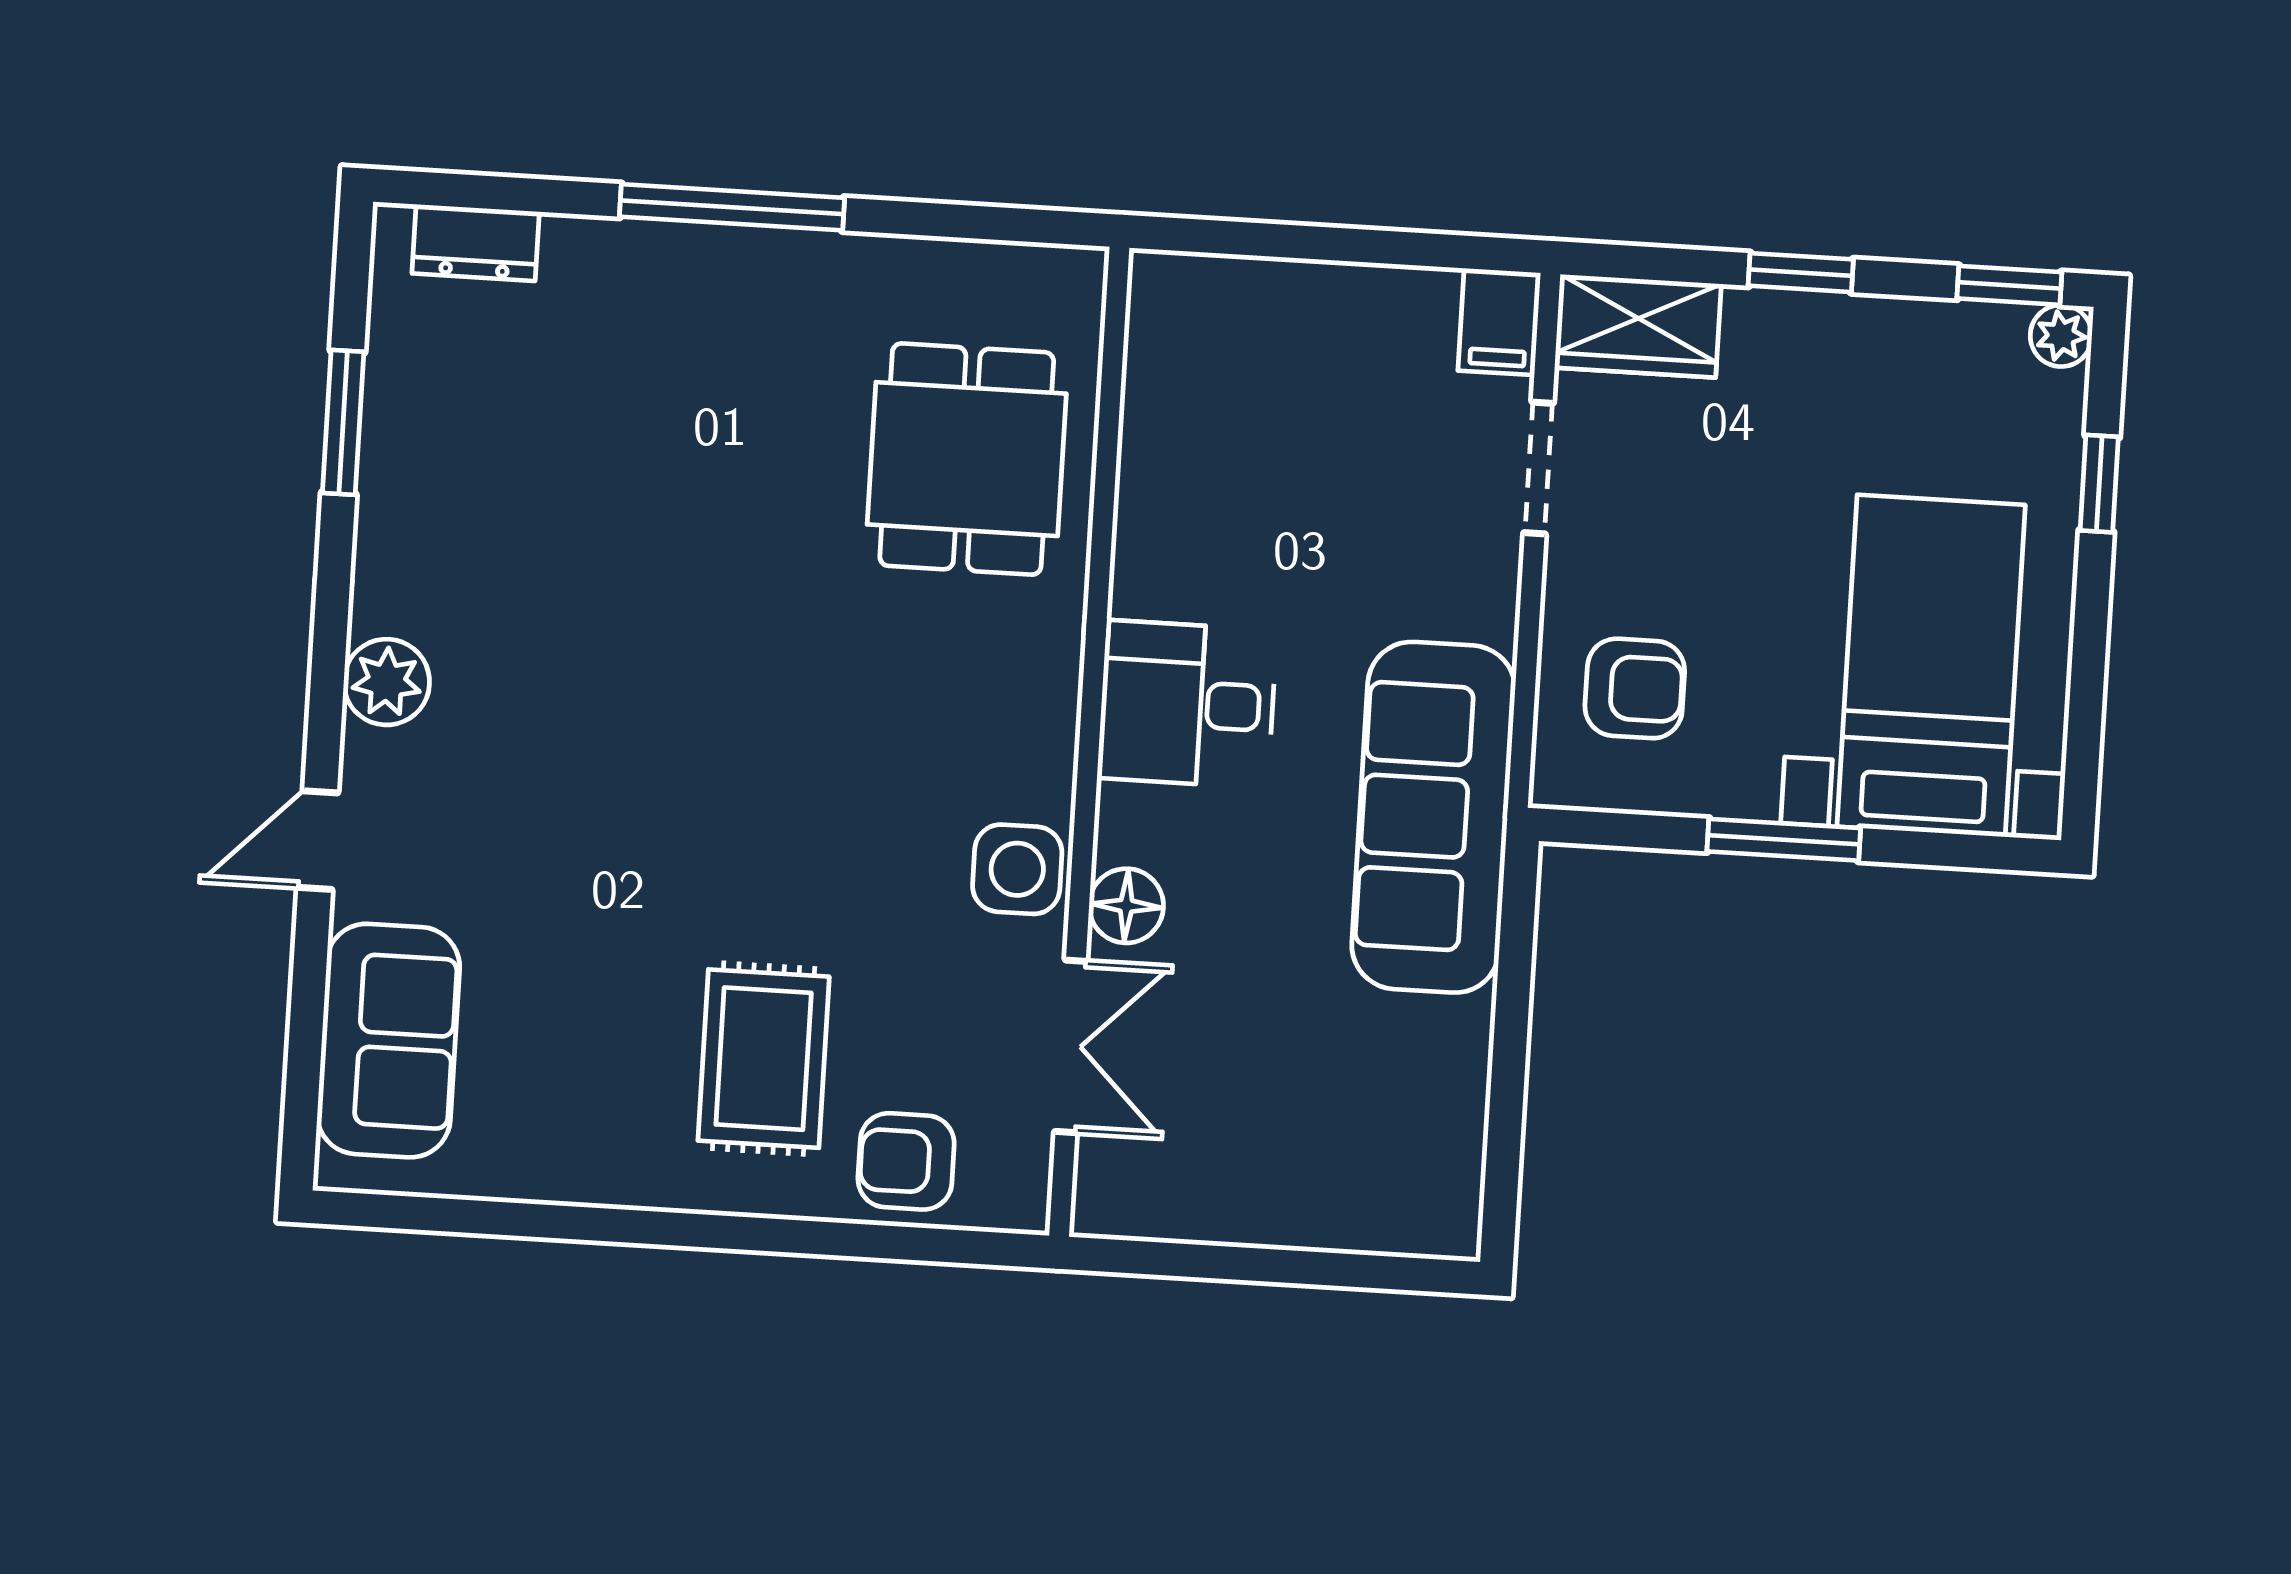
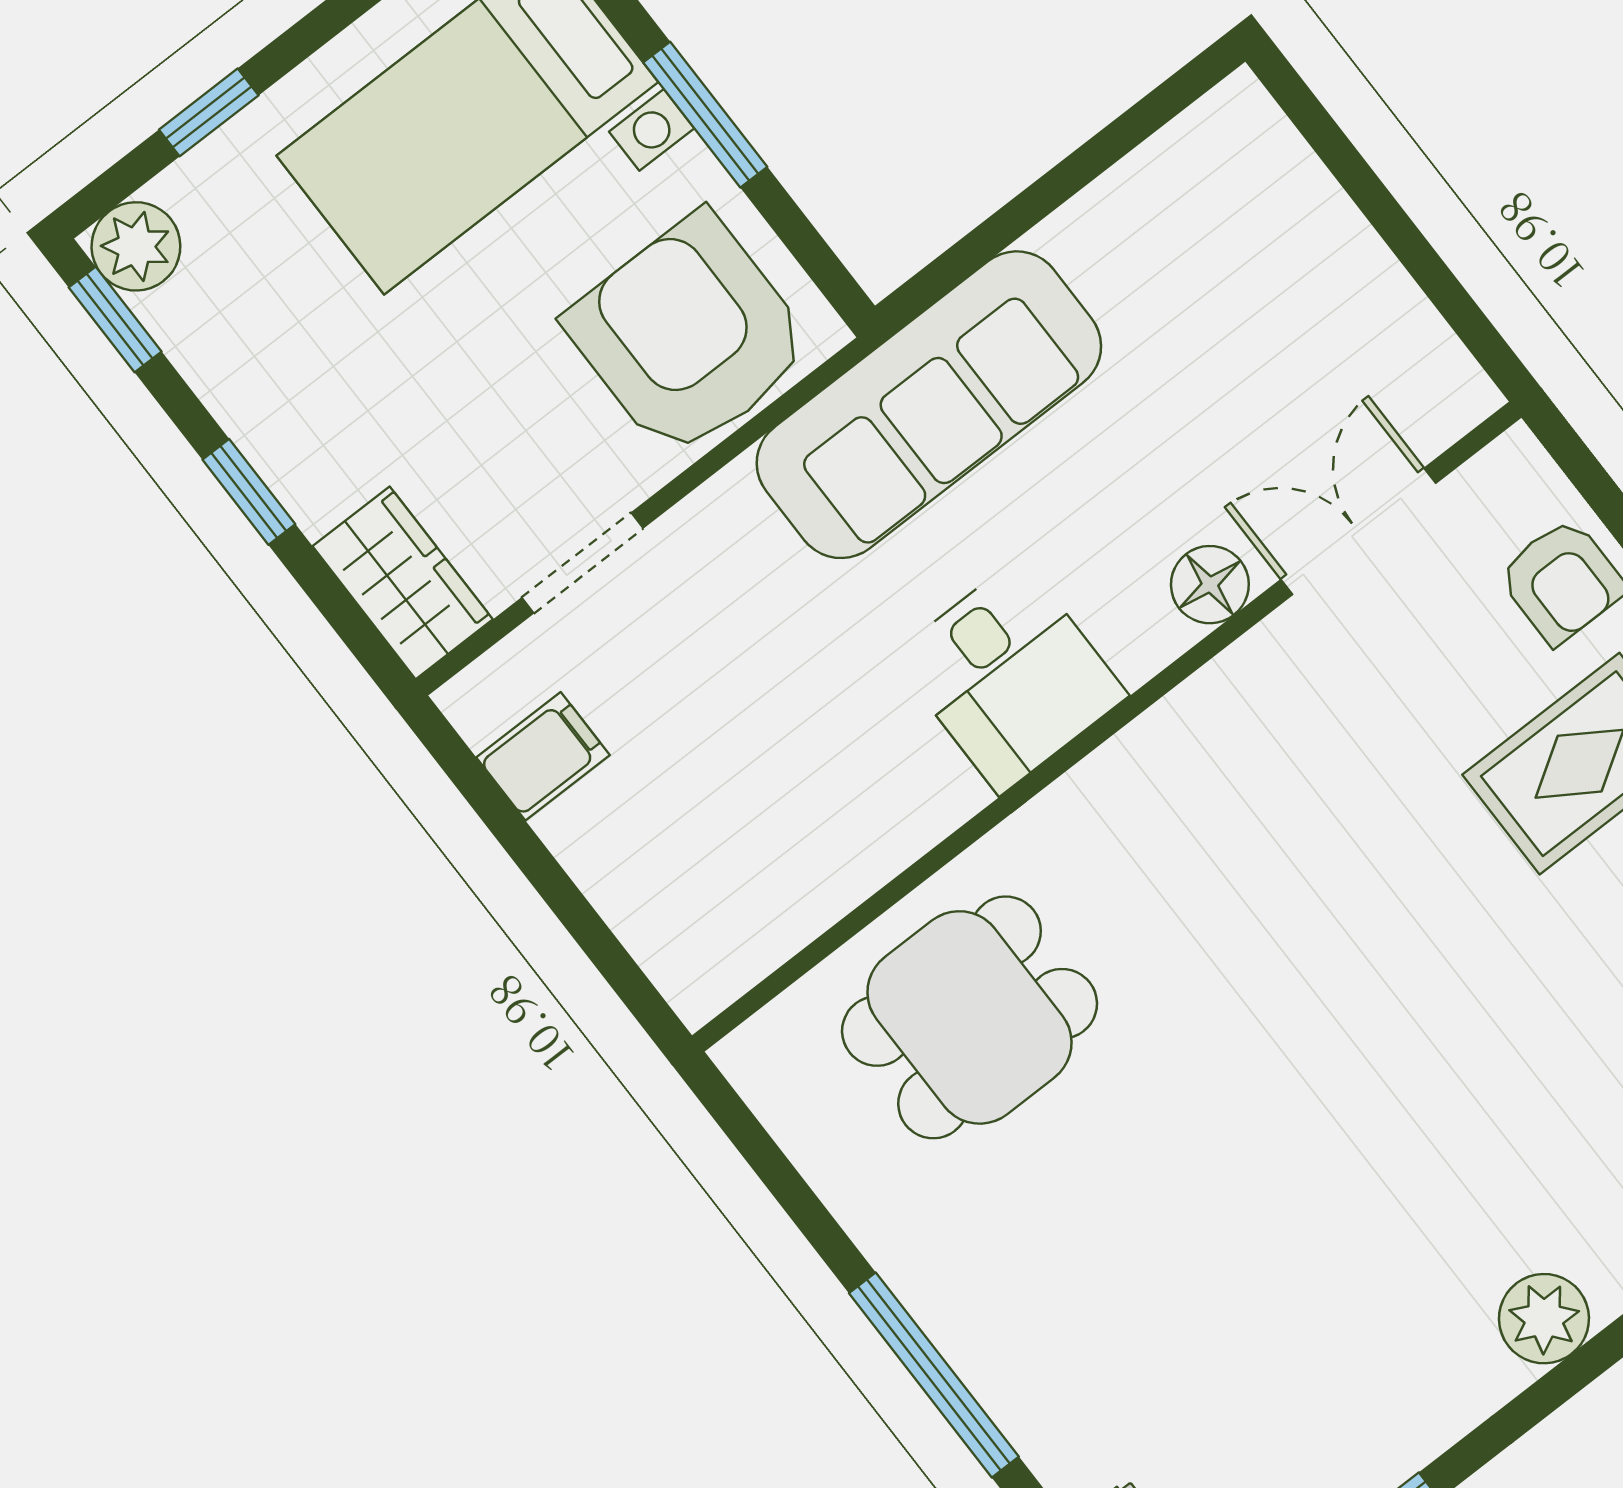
filing cabinet: (1499, 322) -> (543, 756), moved
plant: (2061, 336) -> (136, 246), width x1.38, depth x1.38
armchair: (1635, 688) -> (689, 336), width x1.88, depth x1.88
side table: (1017, 869) -> (1256, 695), removed

